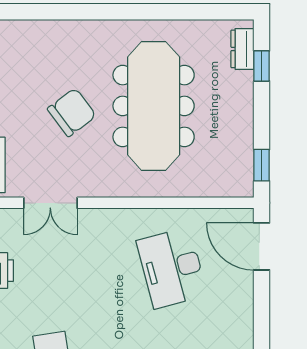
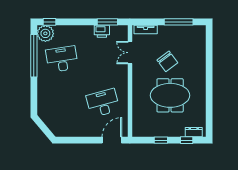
meeting table: (154, 106) -> (170, 95), width x0.73
window: (262, 165) -> (161, 140), moved

